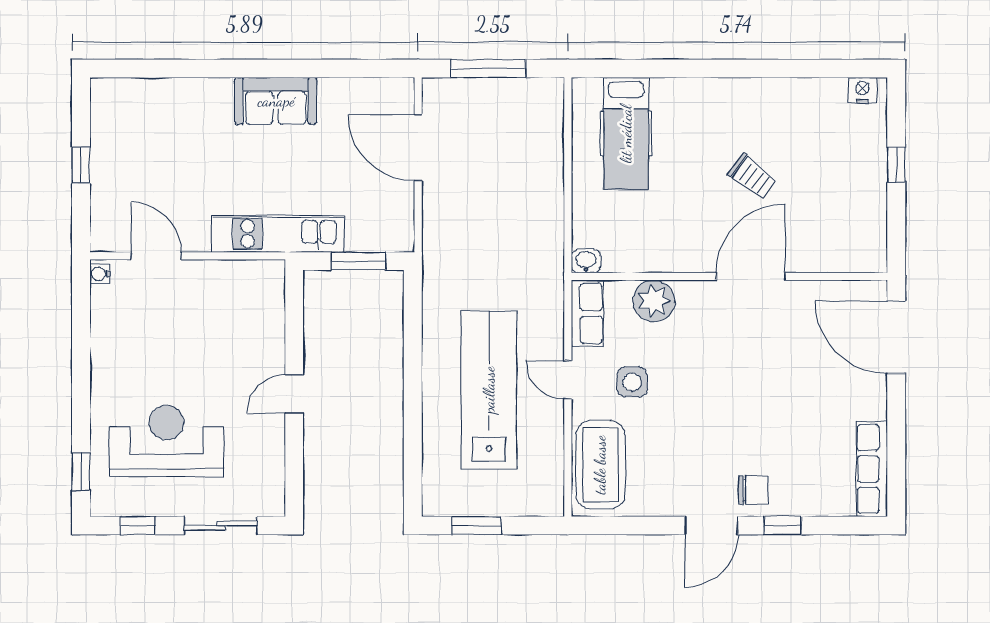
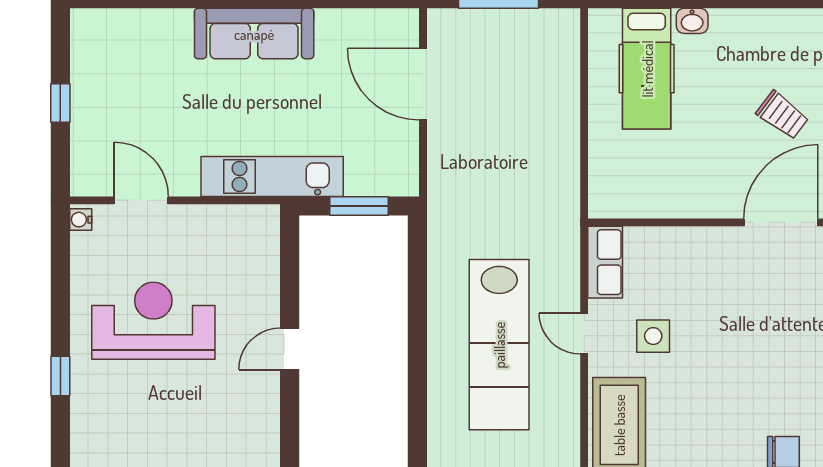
sofa: (276, 101) -> (254, 34), width x1.36
washbasin: (586, 261) -> (692, 21), moved, turned 180
plant: (654, 301) -> (677, 249), removed
lab bench: (489, 390) -> (499, 345), turned 180
reception desk: (166, 441) -> (153, 321), moved
window: (81, 472) -> (60, 376), moved

